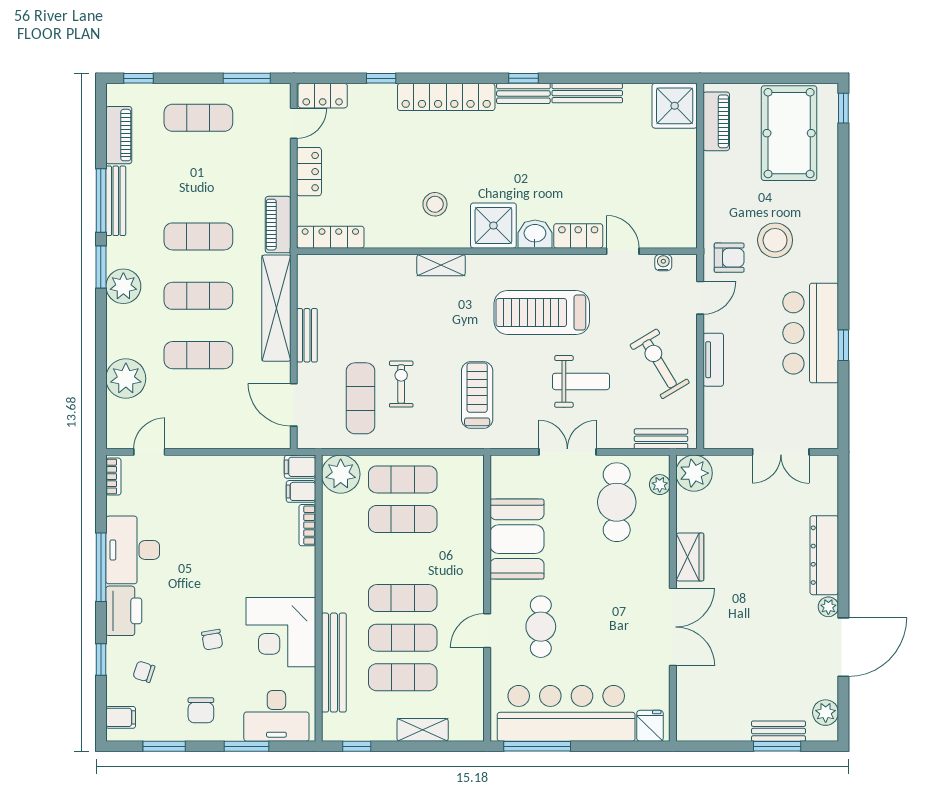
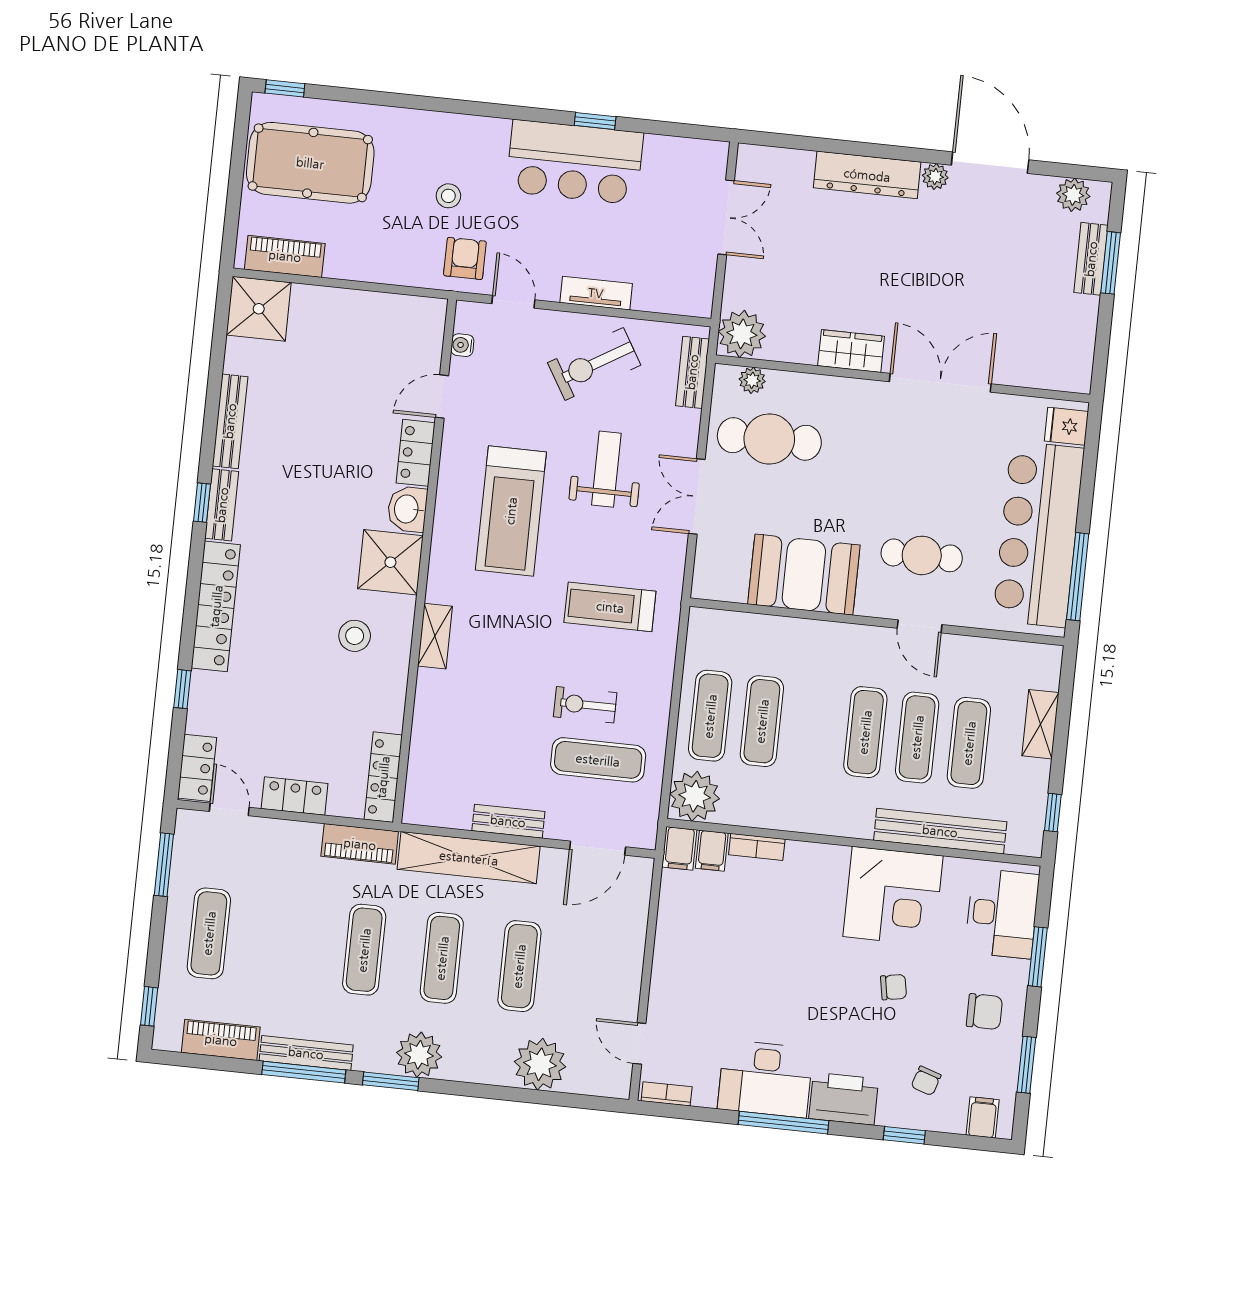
stool: (775, 240) -> (448, 196), width x0.53, depth x0.53

